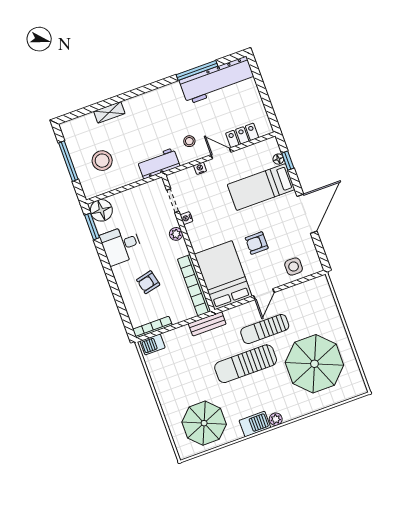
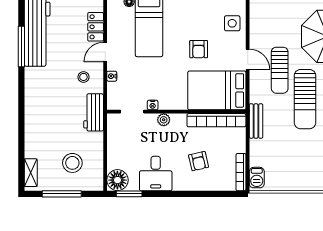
shelving: (109, 112) -> (31, 173), moved

